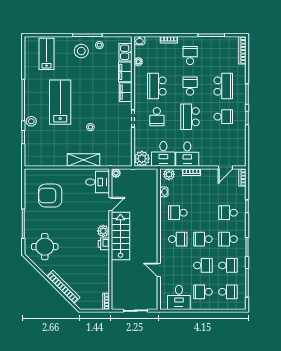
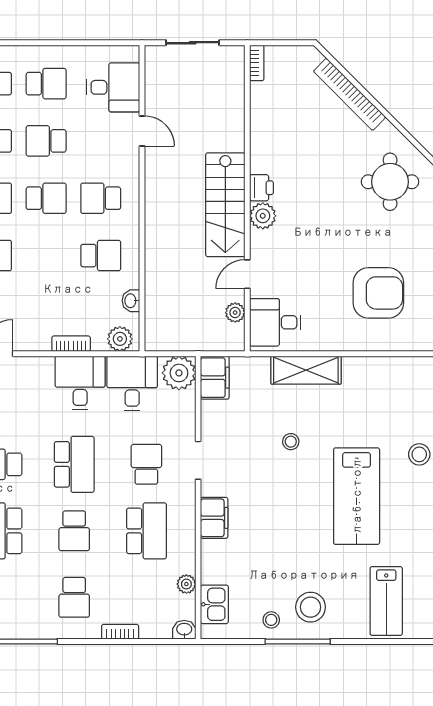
filing cabinet: (125, 72) -> (215, 378), moved
plant: (116, 173) -> (235, 313), moved
desk: (179, 297) -> (113, 87), moved, turned 90

